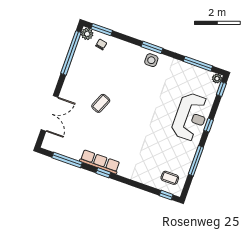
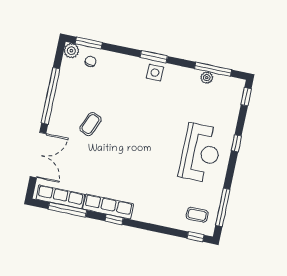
window: (71, 53) -> (51, 96), moved
plant: (217, 79) -> (207, 78), moved
coffee table: (101, 103) -> (90, 124), moved
reception desk: (191, 117) -> (201, 153), moved
row of seats: (63, 149) -> (60, 197), added
window: (196, 161) -> (223, 207), moved

